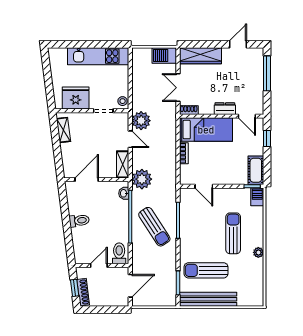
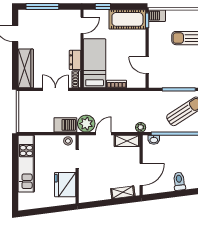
barbecue: (164, 55) -> (65, 125), moved, turned -90
double door: (178, 88) -> (55, 89), swing flipped
dresser: (225, 109) -> (75, 60), moved
shelving: (64, 130) -> (123, 192), moved
cot: (256, 170) -> (127, 19), width x1.37, depth x1.34
plant: (142, 179) -> (141, 127), width x0.53, depth x0.53
door: (87, 180) -> (141, 174), swing flipped
door: (204, 186) -> (147, 65), swing flipped

